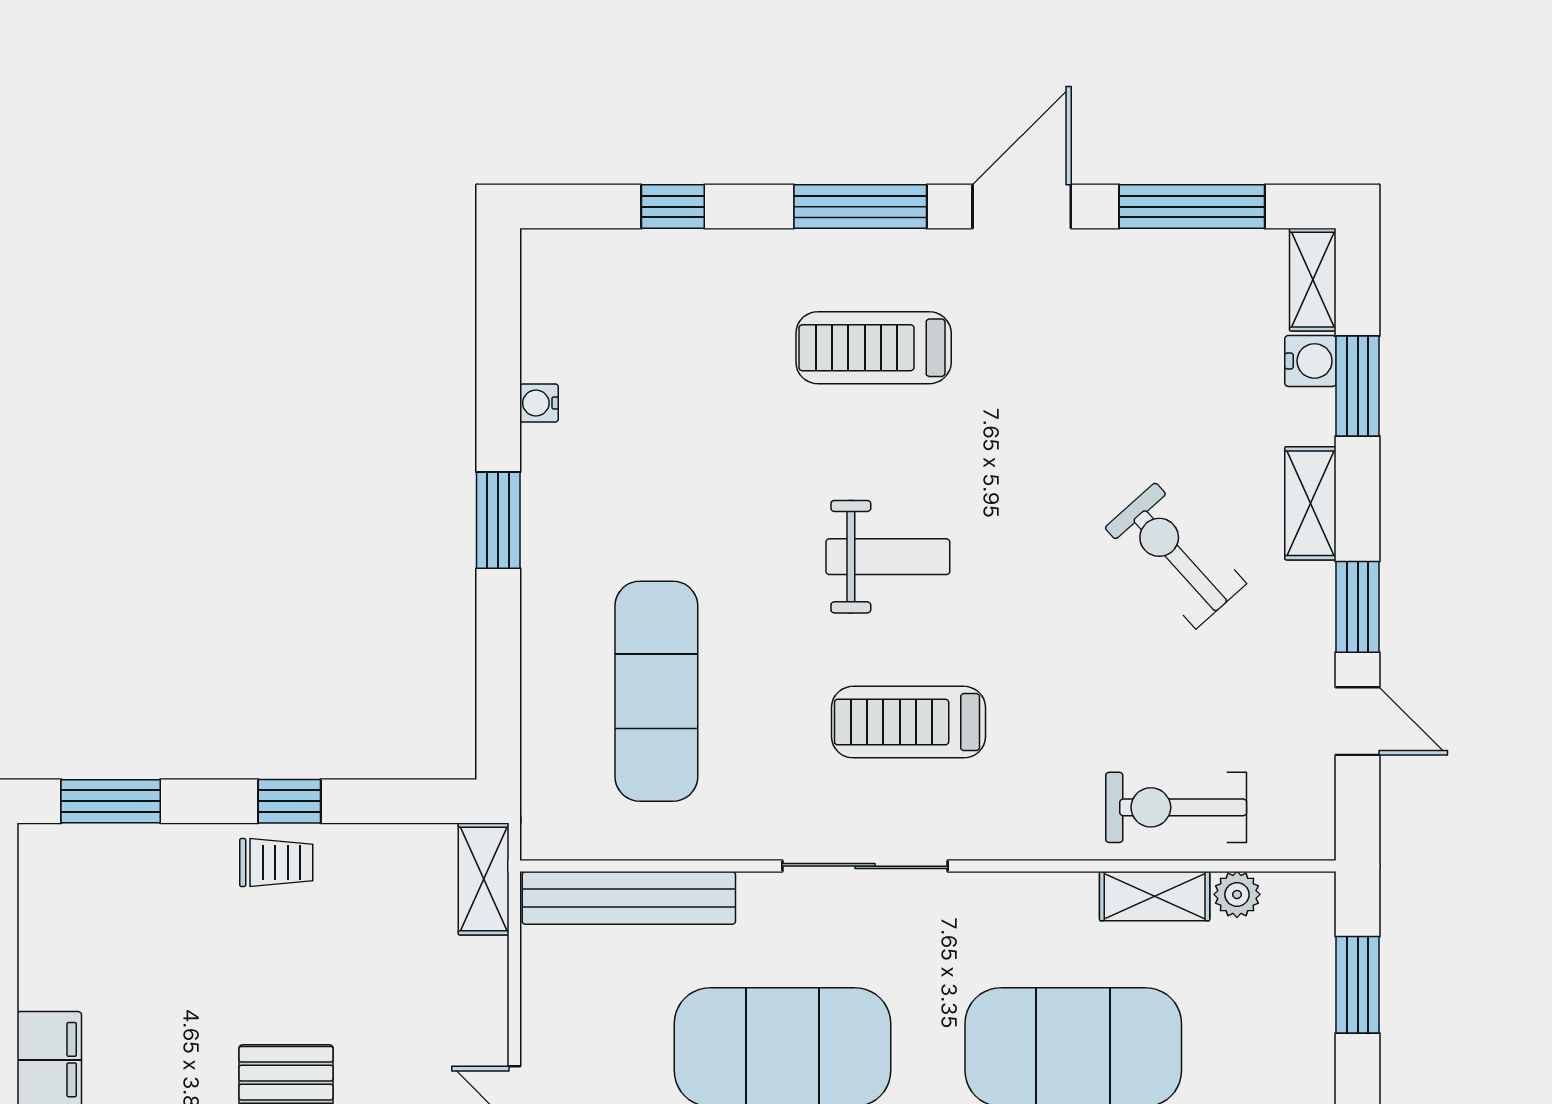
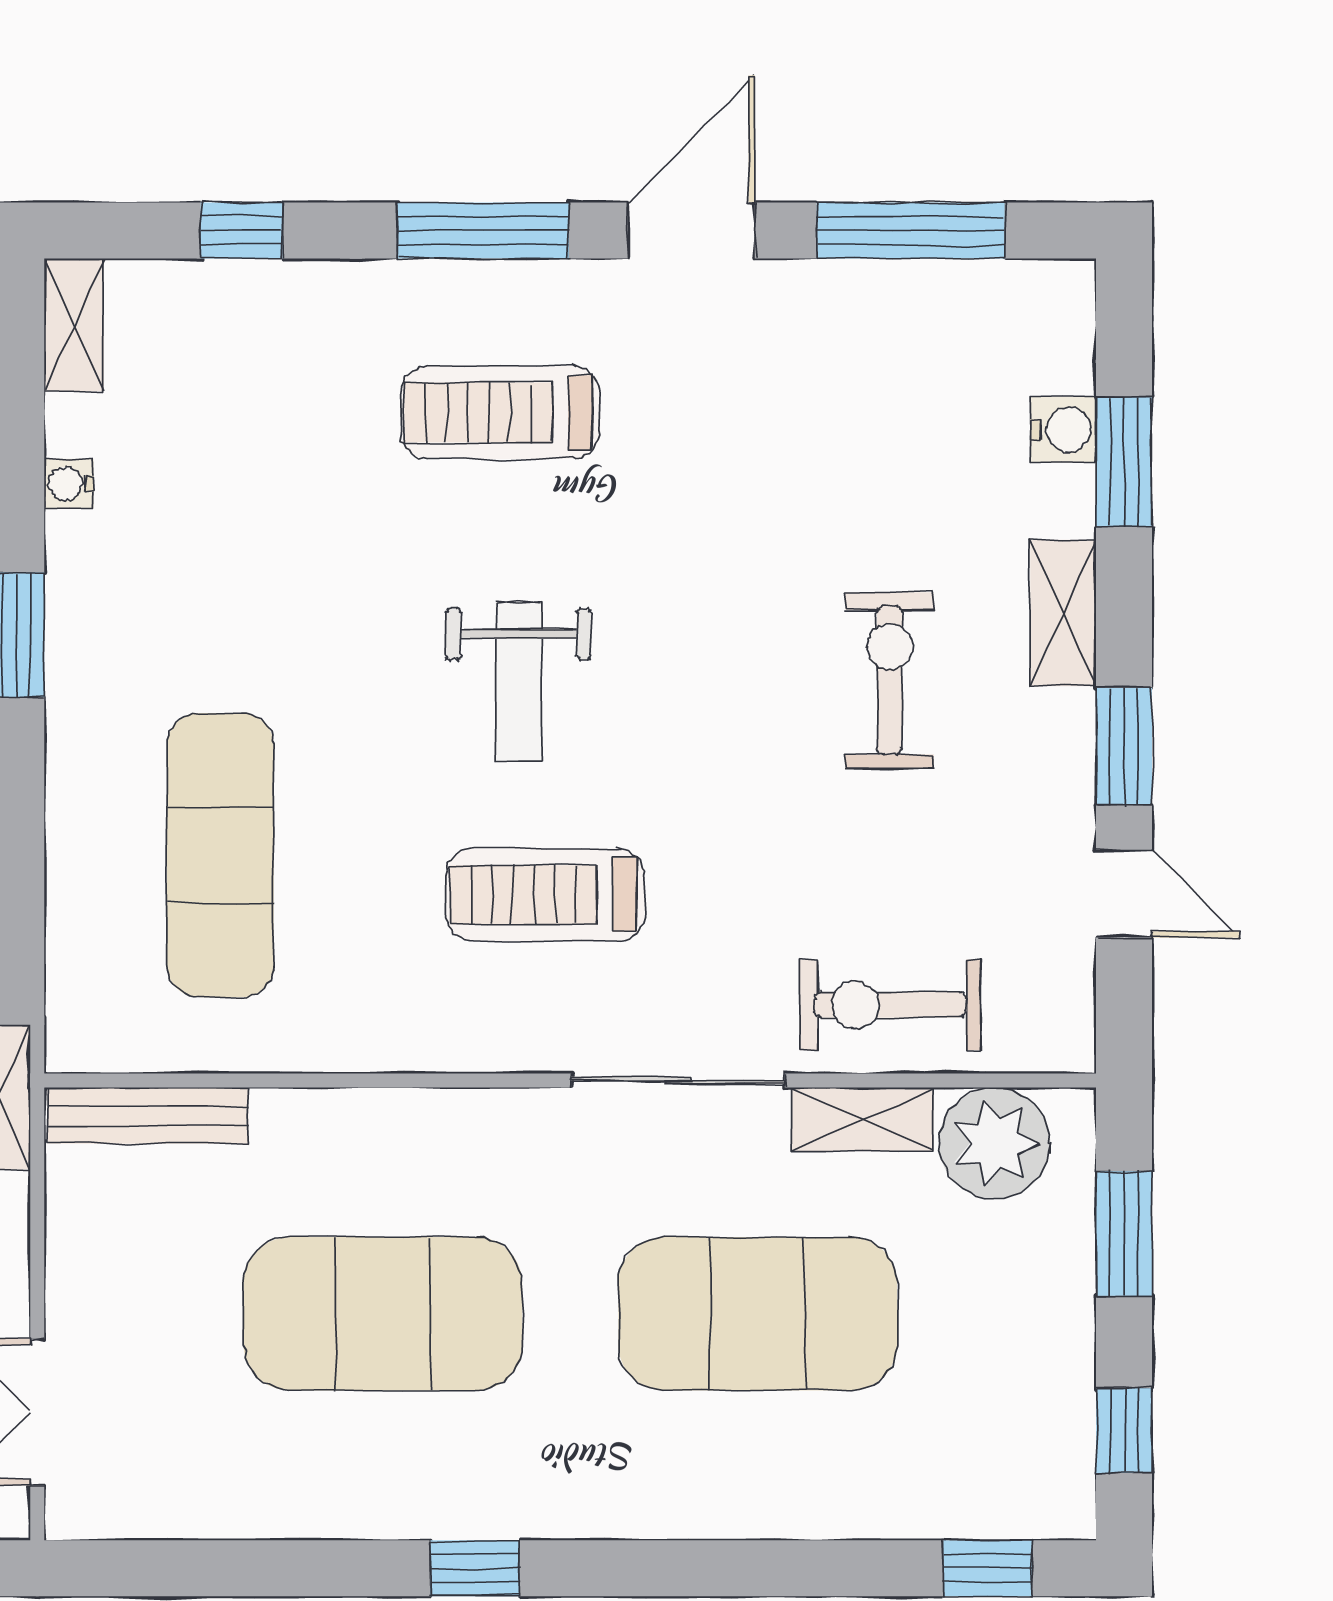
shelving: (1313, 280) -> (74, 325), moved
exercise bike: (1176, 556) -> (890, 680), turned 42
weight bench: (888, 557) -> (519, 682), turned 90
sliding door: (865, 866) -> (678, 1080), moved
plant: (1237, 894) -> (995, 1143), width x1.88, depth x1.88
bench: (629, 898) -> (148, 1116), width x0.73, depth x0.82

